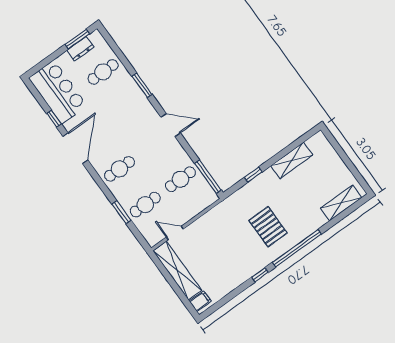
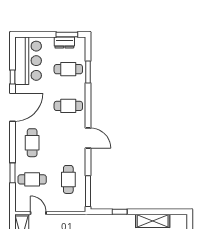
window: (142, 85) -> (88, 72), moved
cafe table: (129, 108) -> (68, 106), added
cafe table: (119, 169) -> (32, 143), turned 90
cafe table: (180, 179) -> (68, 179), turned 90

